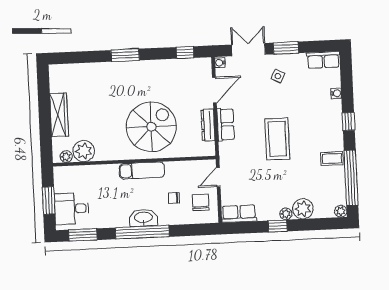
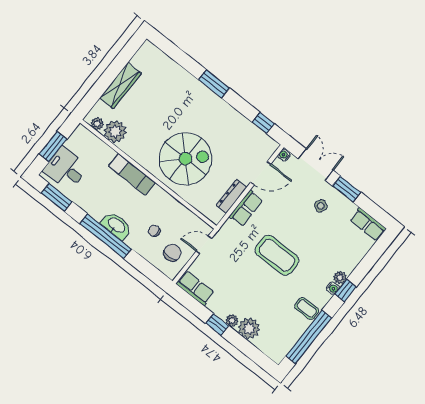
water cooler: (336, 93) -> (333, 288), moved
coffee table: (277, 139) -> (277, 255), turned 90
exam couch: (142, 170) -> (132, 174), moved
plant: (341, 211) -> (340, 277), moved

